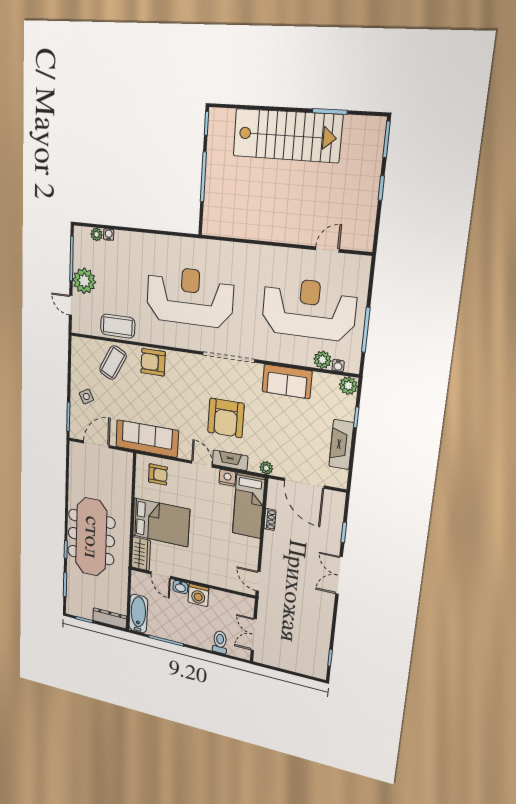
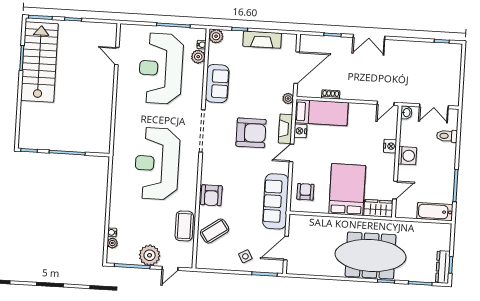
stairs: (287, 136) -> (39, 62), moved
coffee table: (113, 363) -> (215, 231), turned -62
door: (96, 444) -> (286, 248), hinge flipped
nightstand: (209, 578) -> (390, 146), added
washbasin: (180, 587) -> (406, 113), moved
dresser: (110, 618) -> (443, 267), moved

